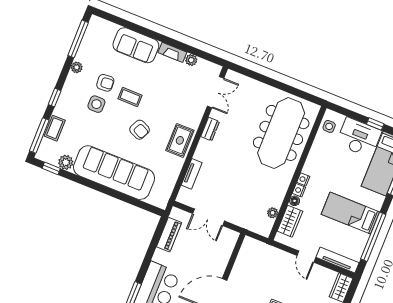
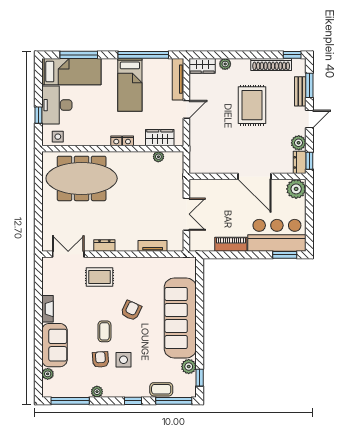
plant: (191, 60) -> (48, 374), moved
window: (375, 124) -> (38, 115), moved
rug: (180, 140) -> (99, 277), moved
floor lamp: (295, 201) -> (139, 141), removed
piano: (169, 235) -> (231, 244), moved

